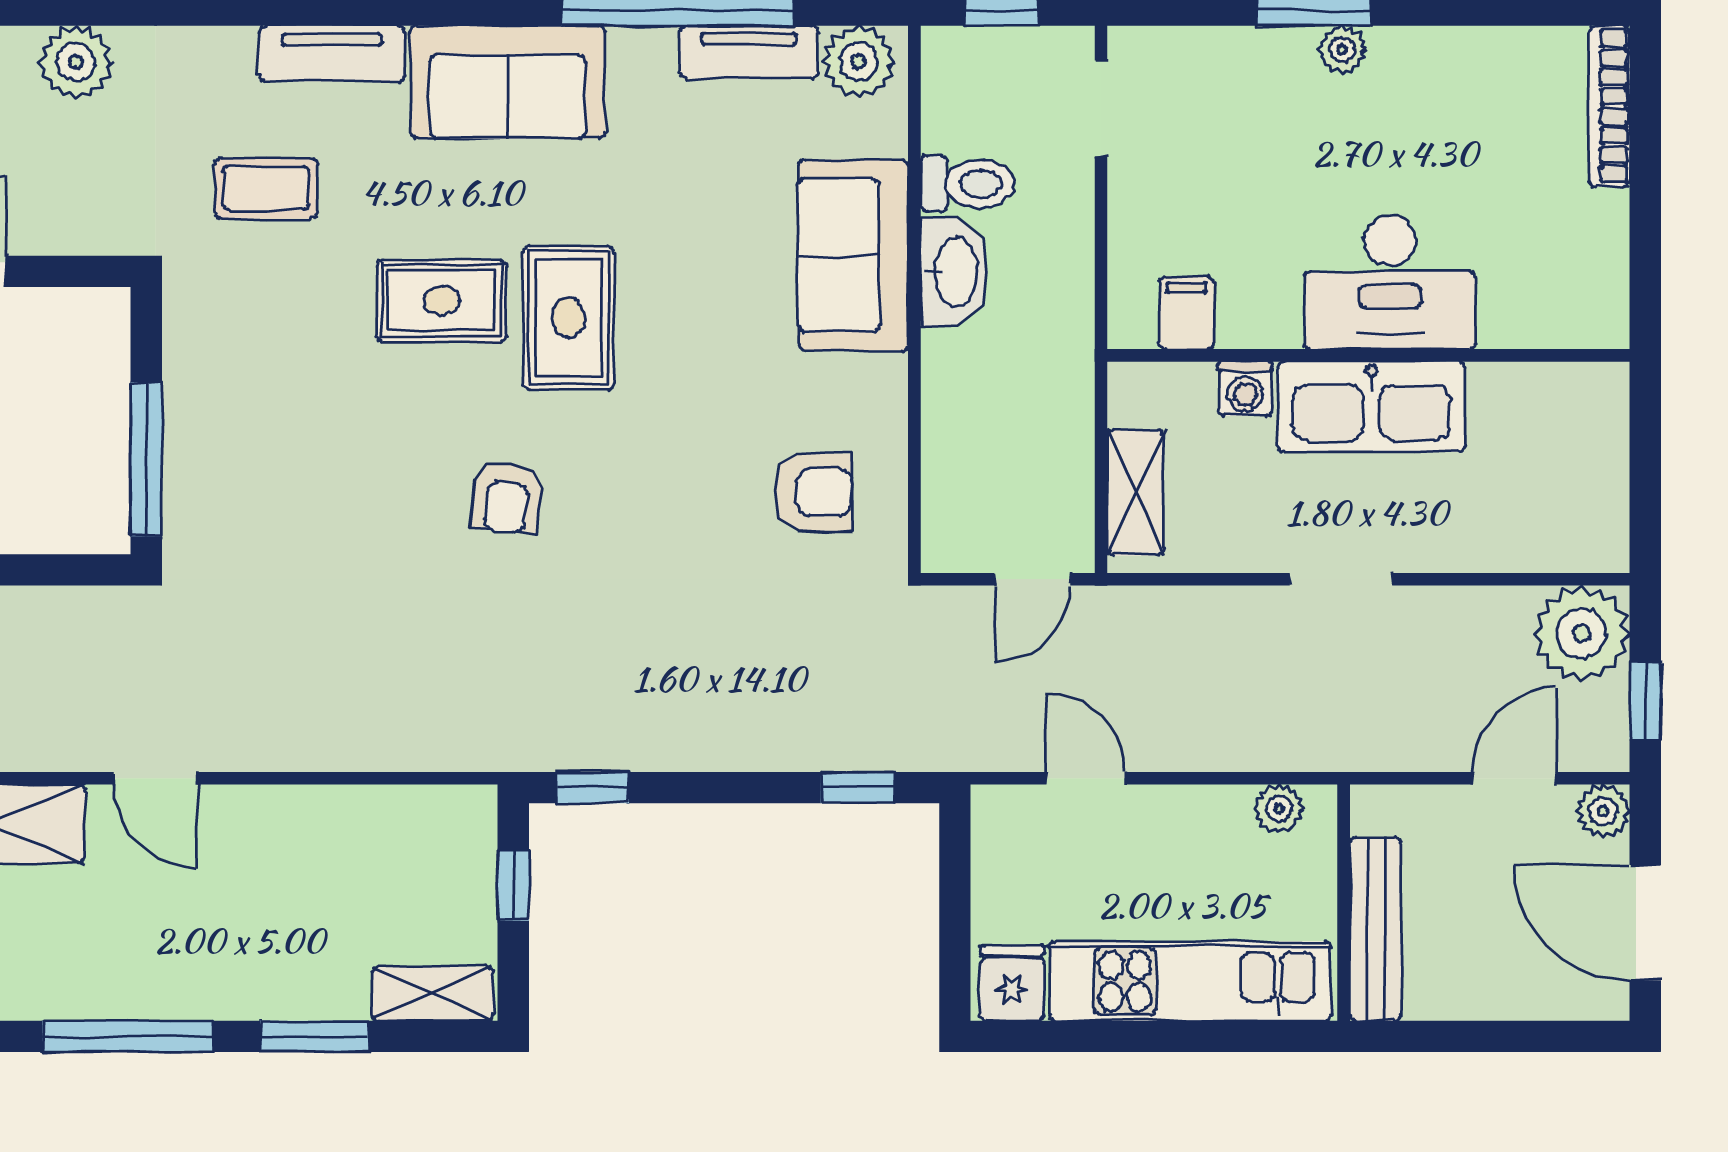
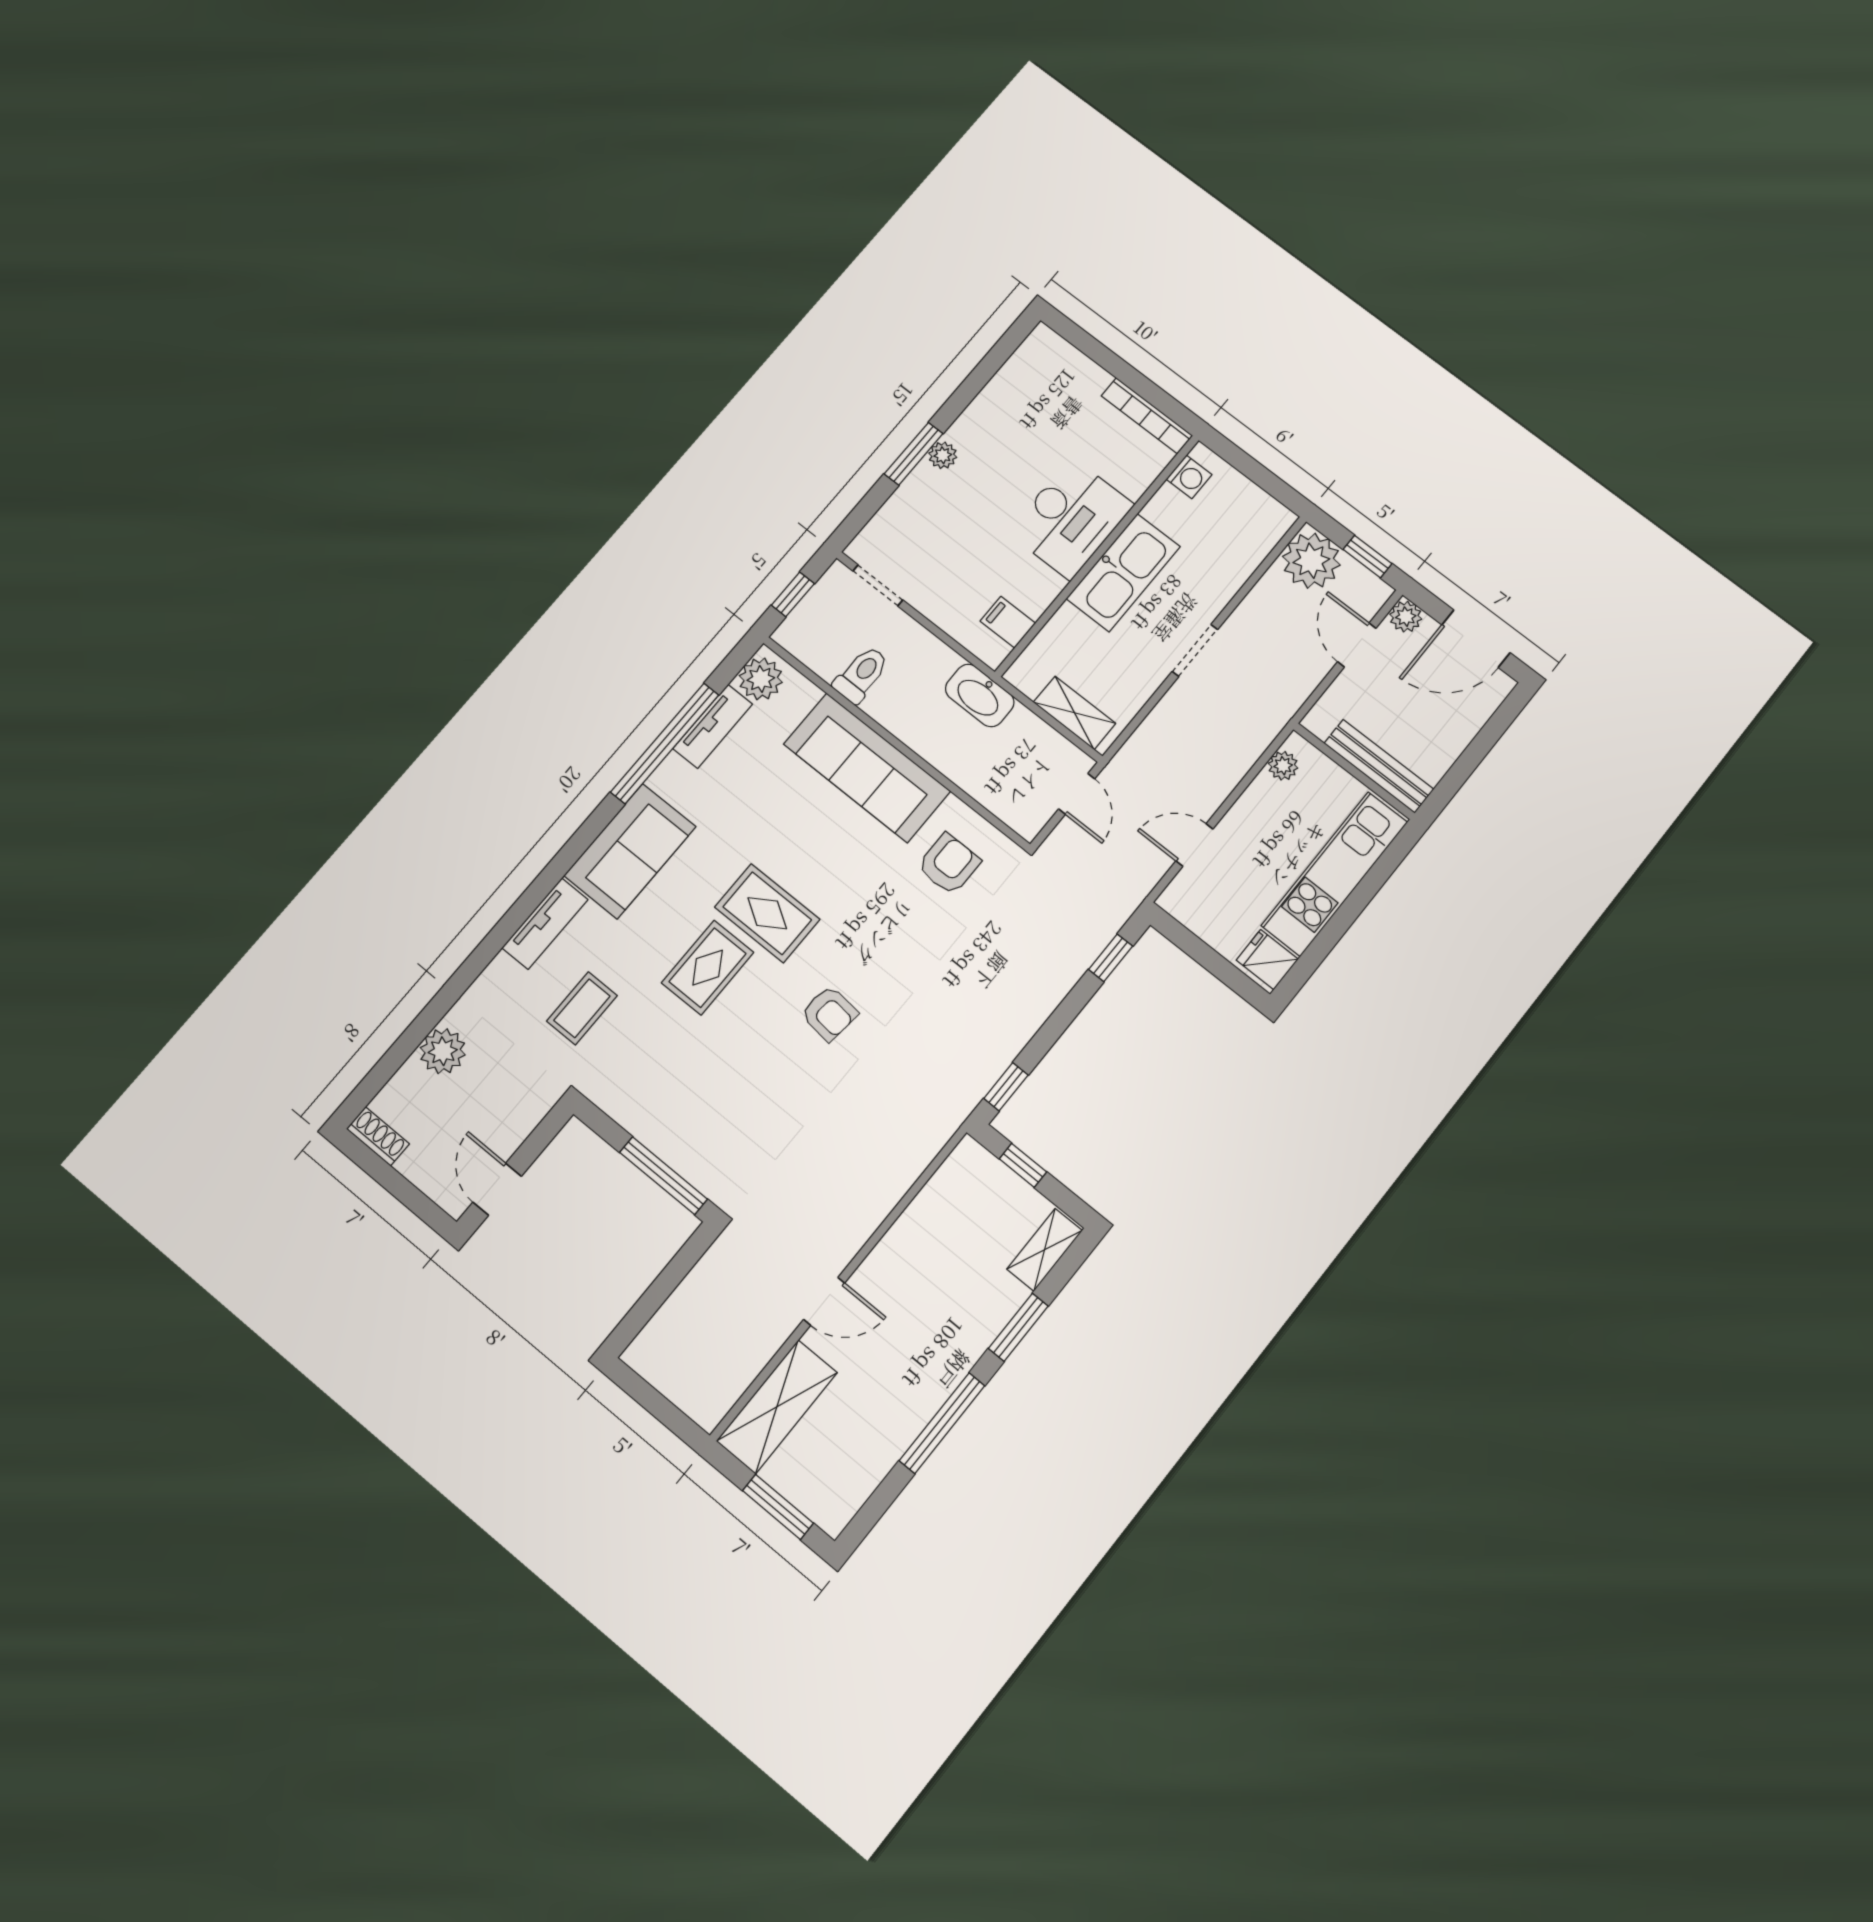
bookcase: (1609, 106) -> (1147, 416), moved
sofa: (853, 255) -> (867, 768), width x1.36
washbasin: (954, 272) -> (980, 695), moved, turned 180
washing machine: (1245, 389) -> (1189, 477), moved

